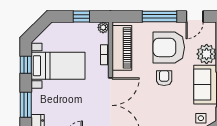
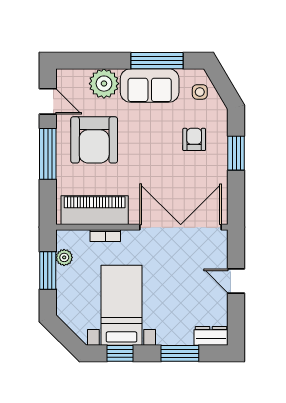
window: (81, 16) -> (48, 271), width x1.50
plant: (103, 27) -> (64, 257), moved
armchair: (164, 78) -> (194, 139), moved, turned 90

